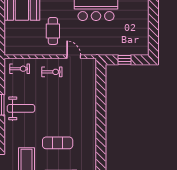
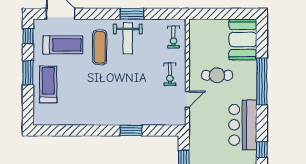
window: (101, 106) -> (131, 130), added
exercise mat: (58, 143) -> (100, 47), moved

